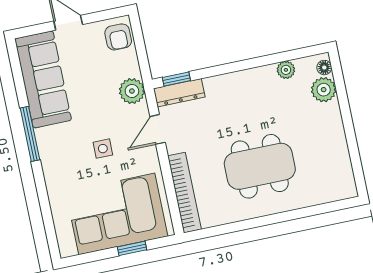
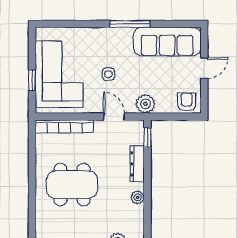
armchair: (118, 37) -> (187, 102), turned 90
plant: (286, 70) -> (138, 197), moved
dresser: (179, 93) -> (137, 164), moved
dining table: (260, 166) -> (72, 185), turned 90

